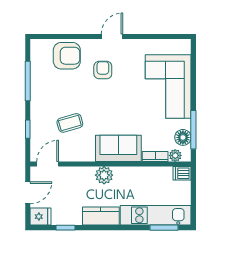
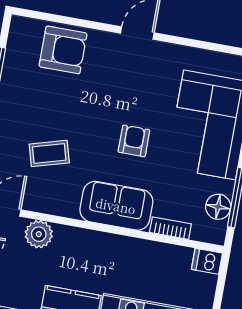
armchair: (103, 70) -> (134, 141), moved
plant: (175, 155) -> (201, 232), removed
plant: (104, 175) -> (39, 234), moved

